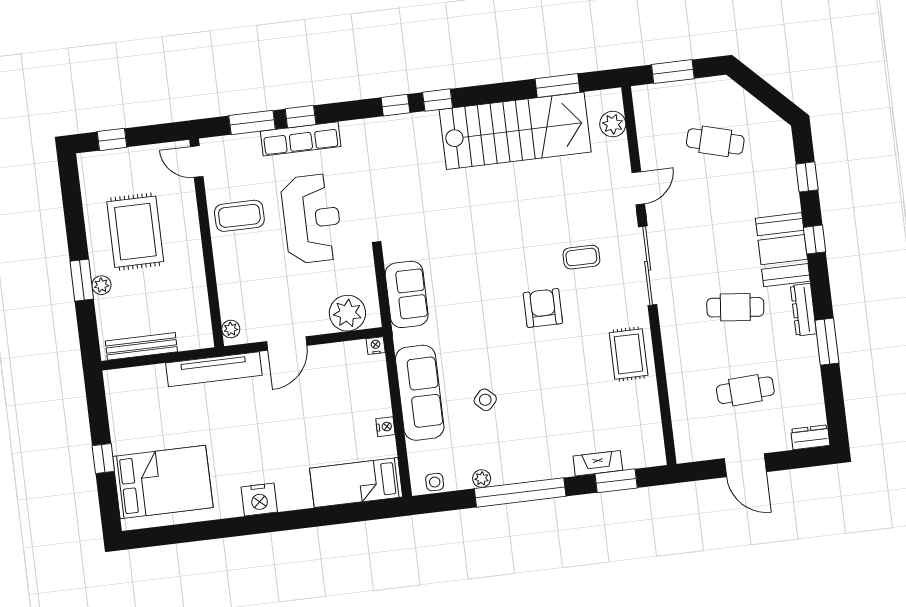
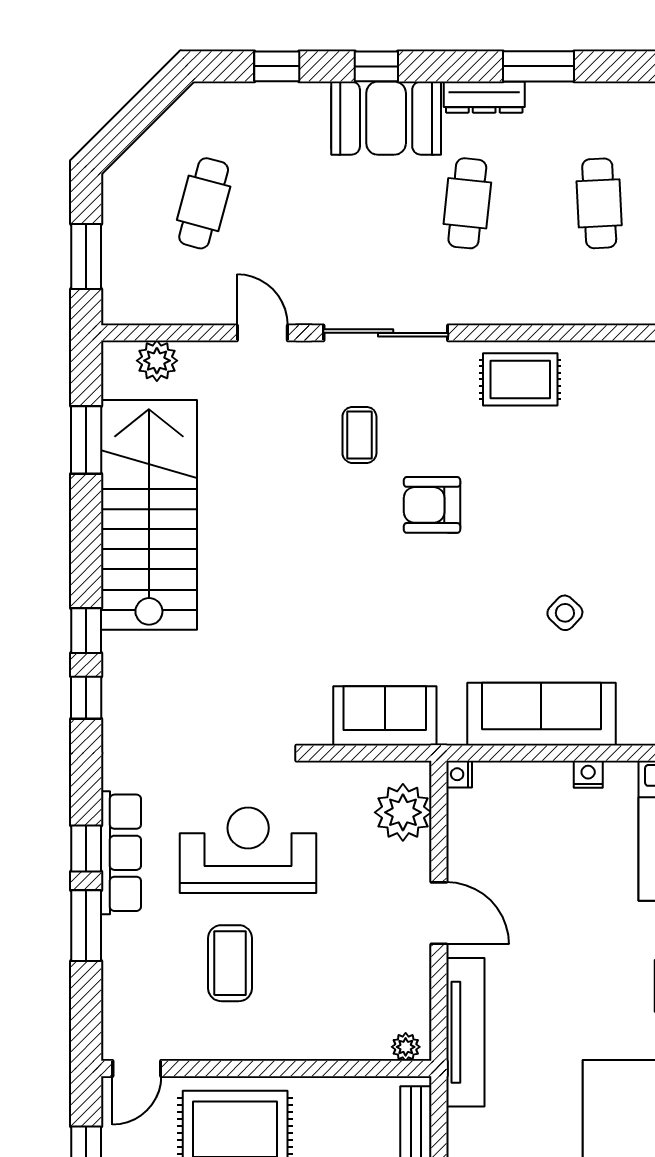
door: (197, 162) -> (137, 1069), moved
wall: (207, 243) -> (266, 1069), moved
plant: (231, 329) -> (406, 1047), moved

